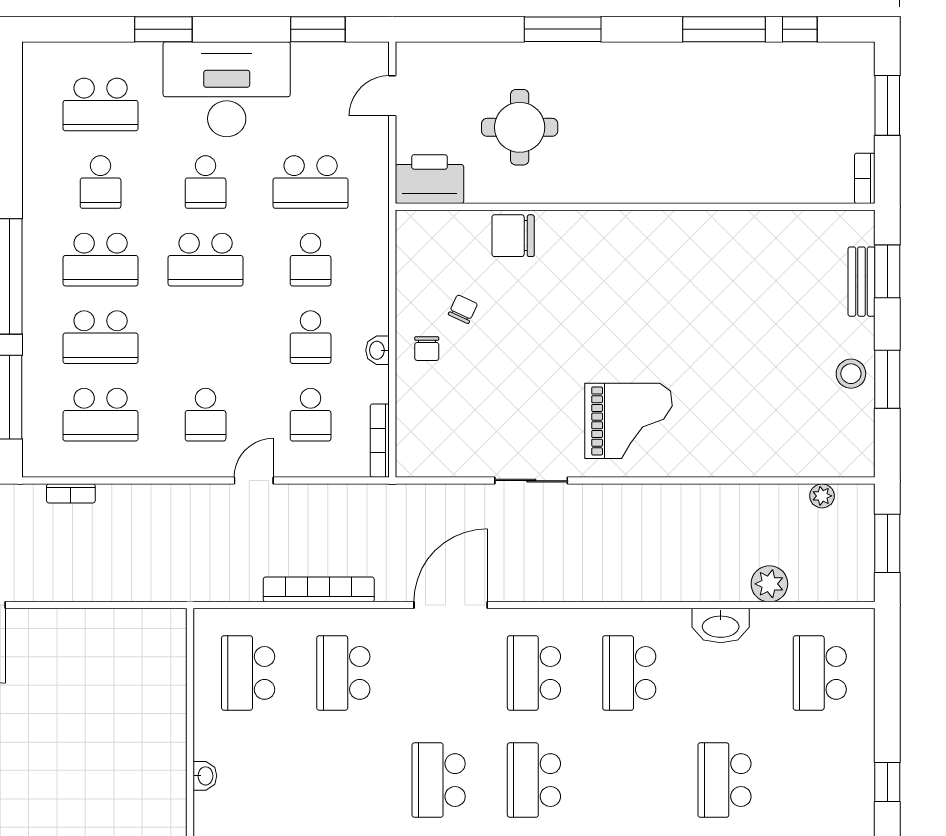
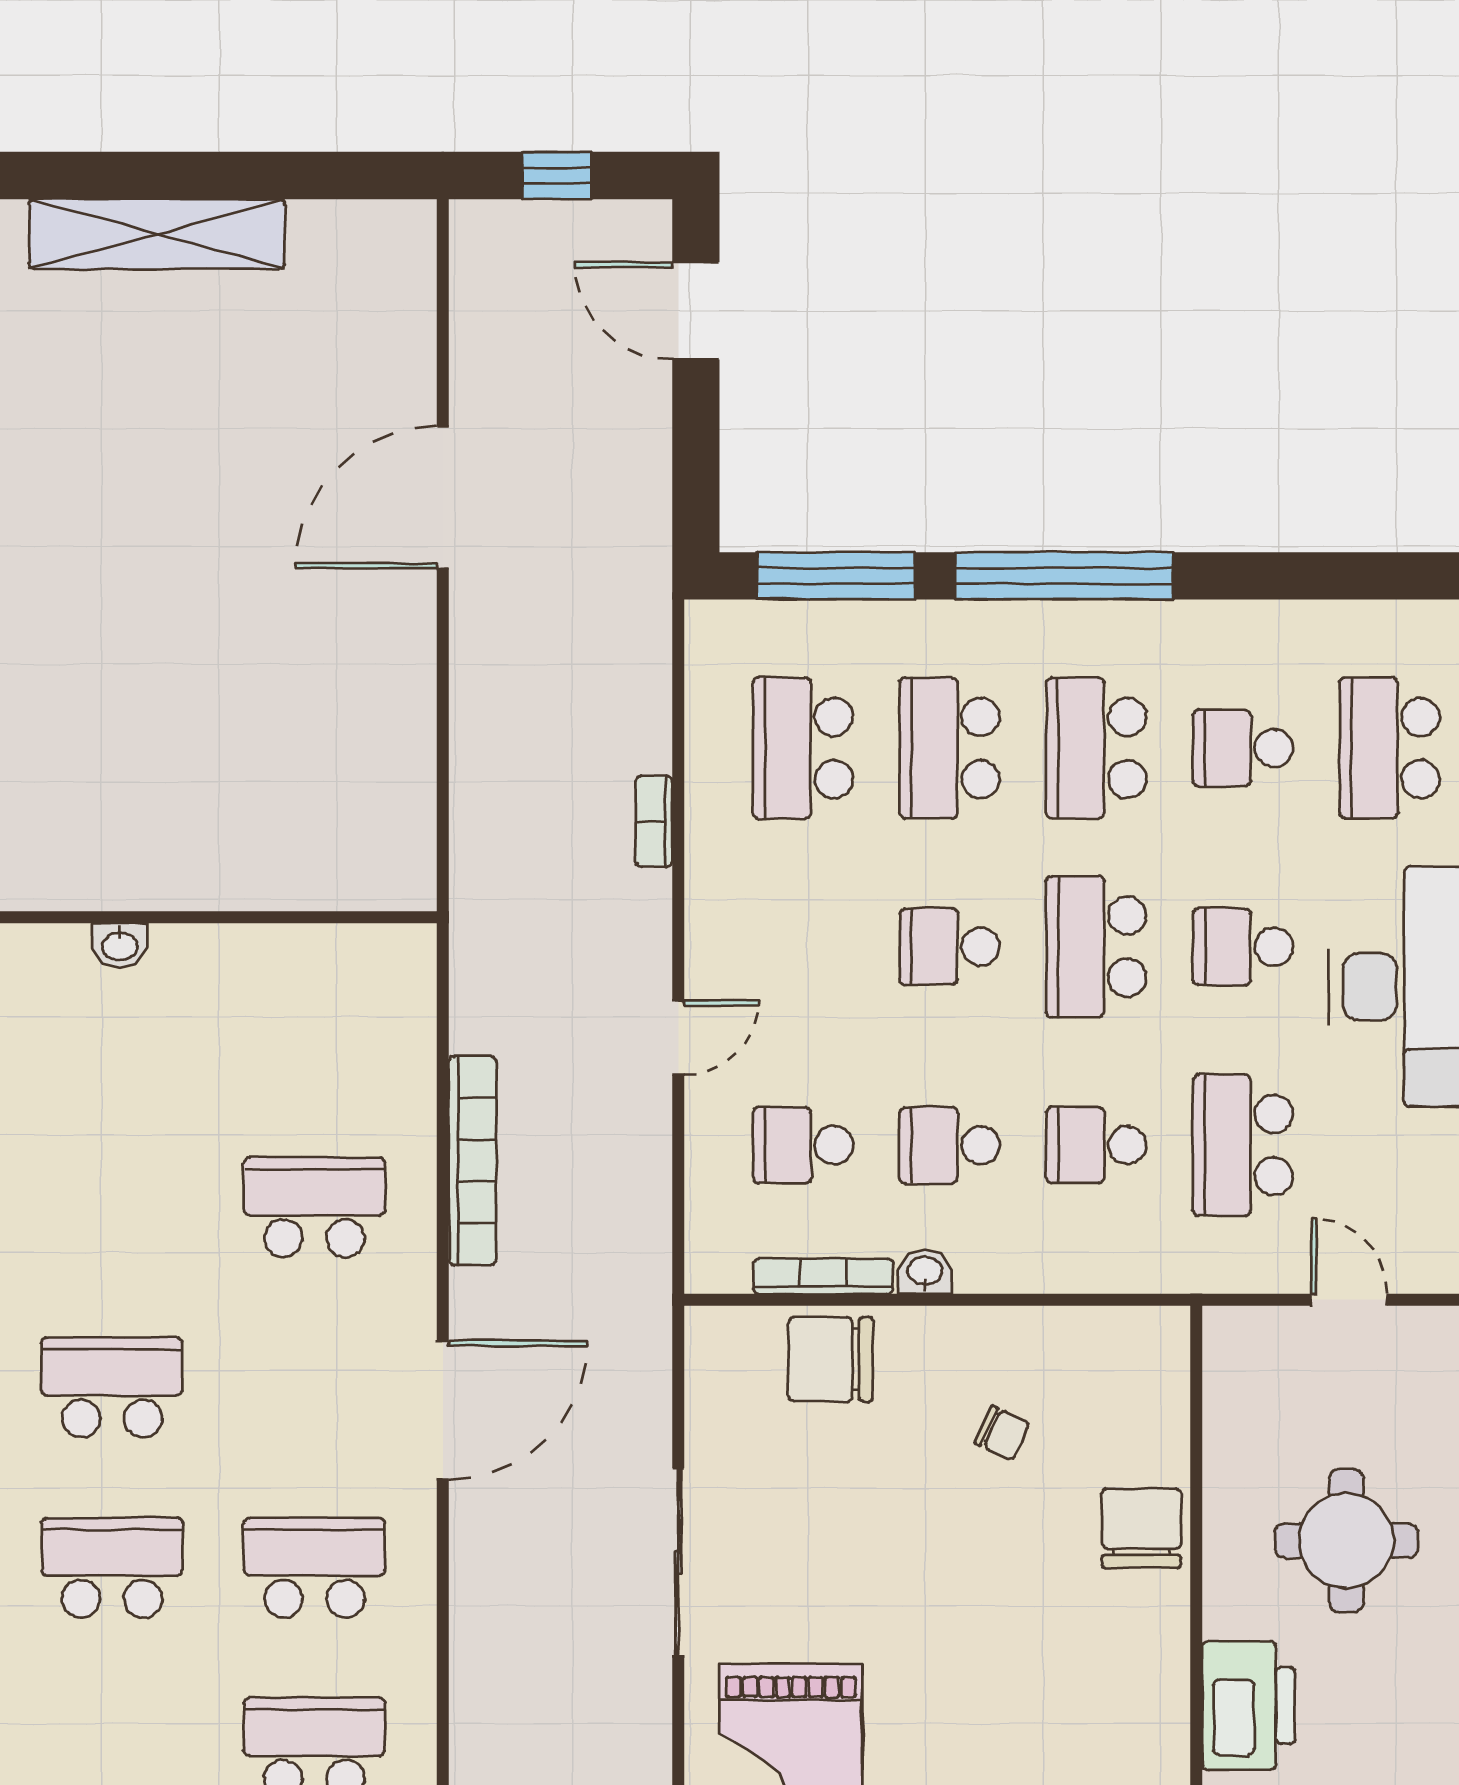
door: (392, 96) -> (1349, 1300), moved
printer: (429, 179) -> (1248, 1706), moved
chair: (427, 349) -> (831, 1359), moved, width x1.87, depth x1.87
school desk: (206, 415) -> (950, 947), moved
bookcase: (380, 441) -> (823, 1276), moved
door: (254, 481) -> (678, 1038), hinge flipped
sliding door: (531, 481) -> (678, 1562), width x1.37
bookcase: (71, 493) -> (654, 821), moved
door: (451, 605) -> (443, 1410), hinge flipped
school desk: (248, 673) -> (315, 1027), removed

